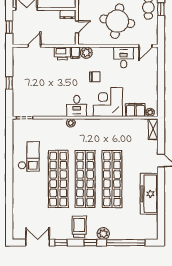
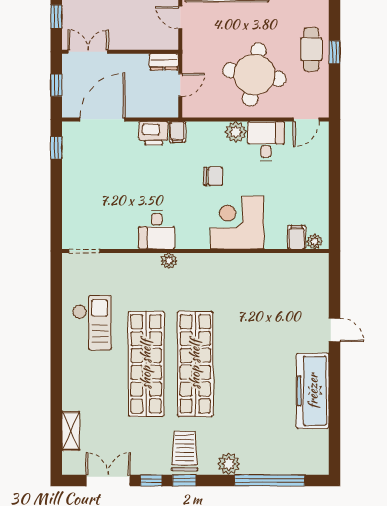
door: (34, 46) -> (102, 119), width x1.88
plant: (86, 53) -> (236, 132), moved
window: (9, 83) -> (56, 148), moved
desk: (77, 106) -> (157, 230), moved
filing cabinet: (135, 110) -> (297, 237), width x0.50
shelving: (153, 129) -> (71, 431), moved
shop shelf: (112, 179) -> (245, 364), removed
window: (90, 243) -> (184, 480), moved

